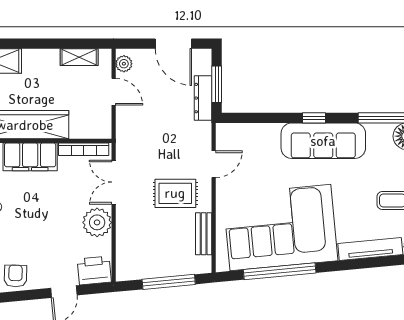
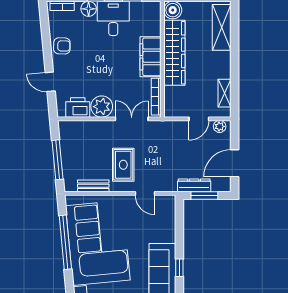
printer: (94, 271) -> (78, 108), moved, turned -85

